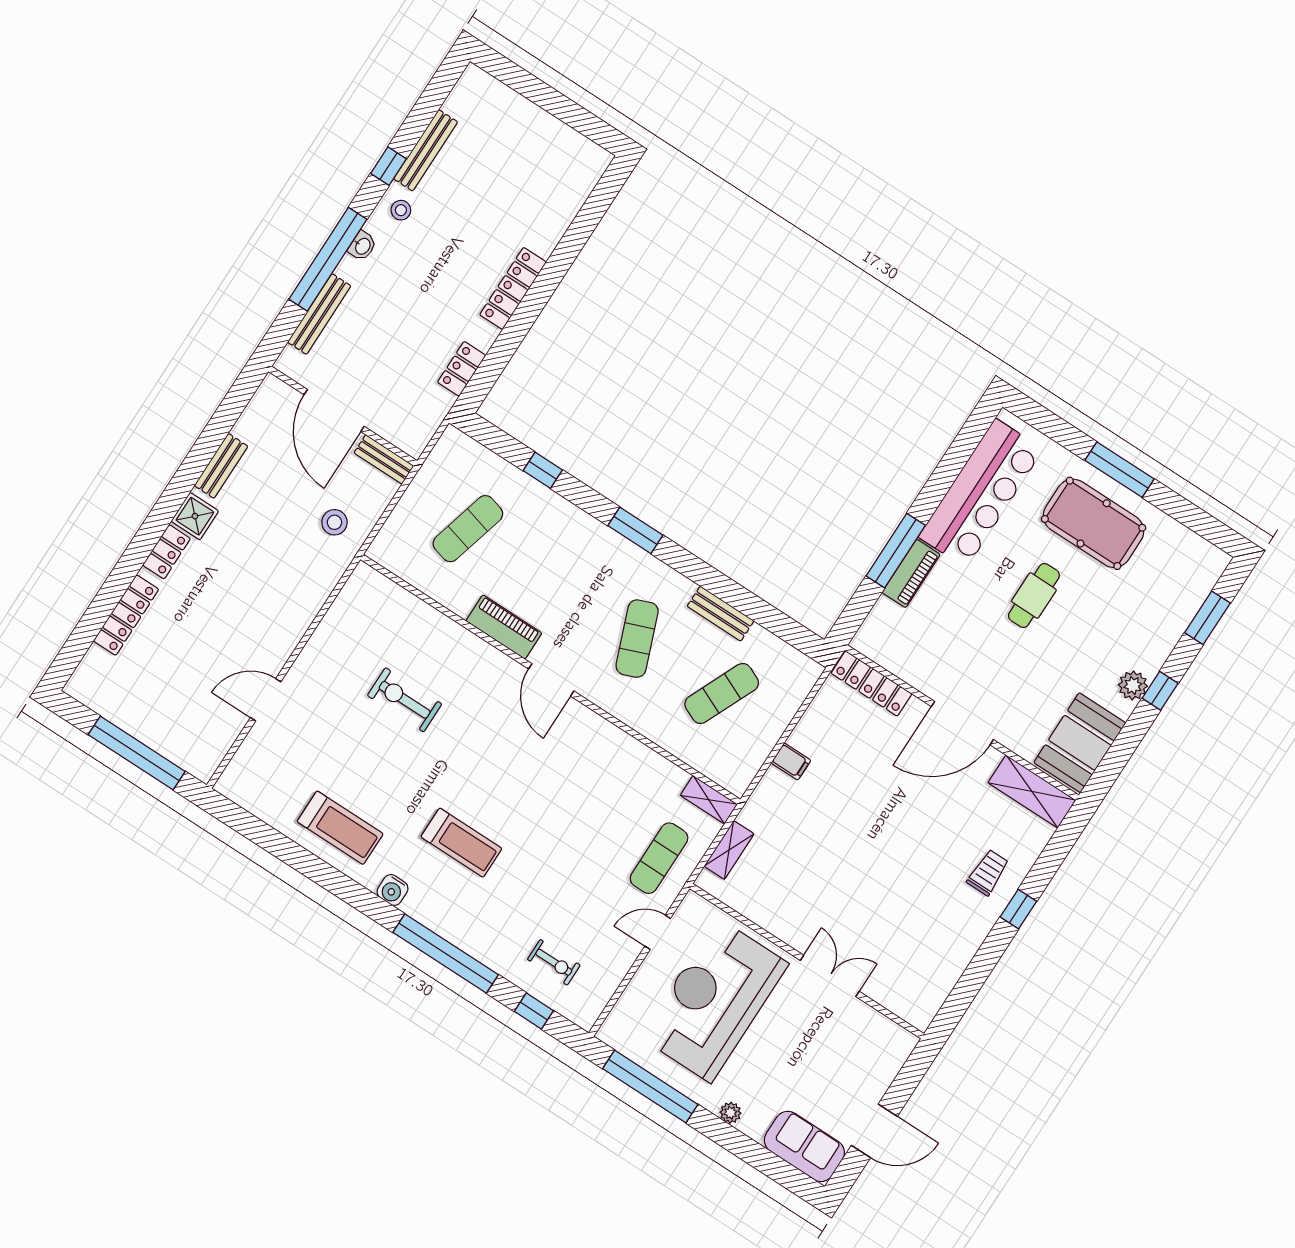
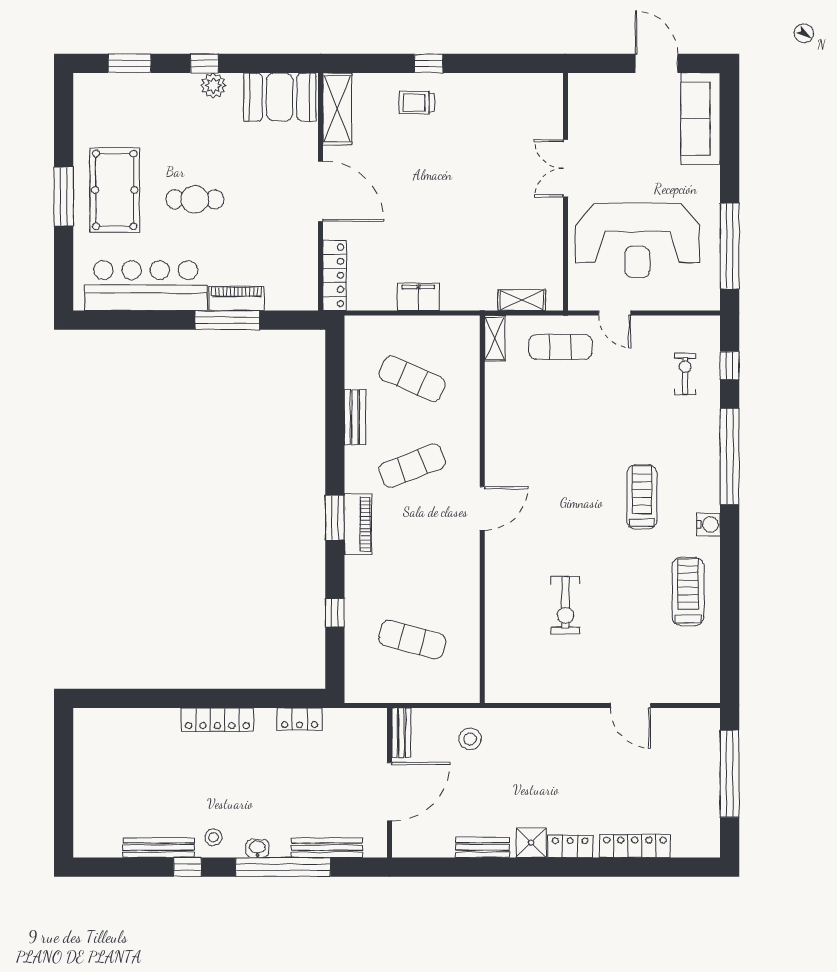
piano: (504, 627) -> (358, 524), moved, turned 180
filing cabinet: (791, 762) -> (418, 297), width x2.00
plant: (731, 1113) -> (711, 176), removed
sofa: (804, 1146) -> (701, 119), width x1.36

